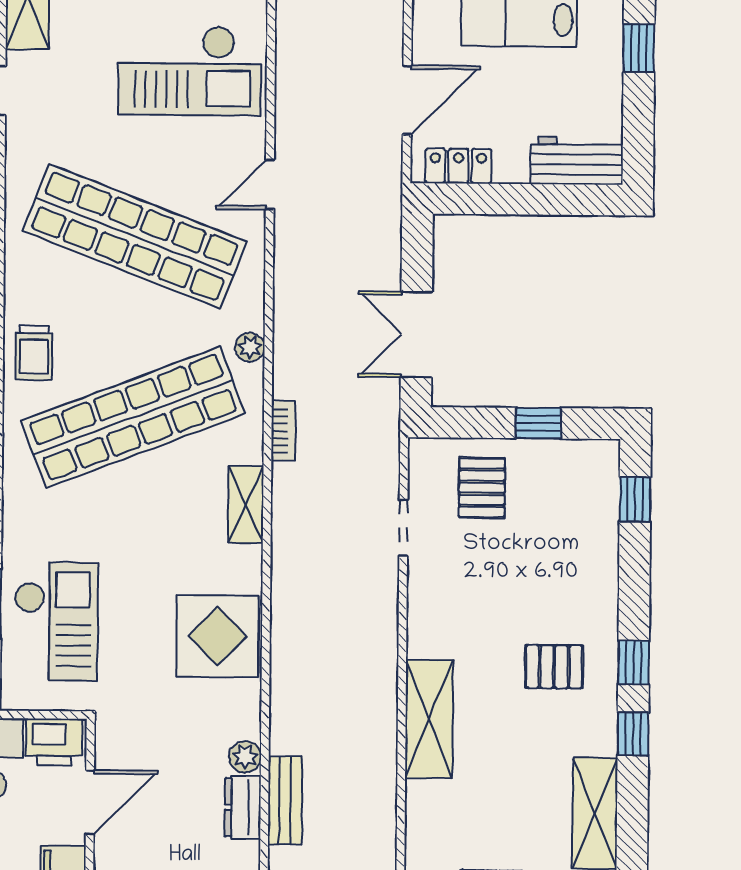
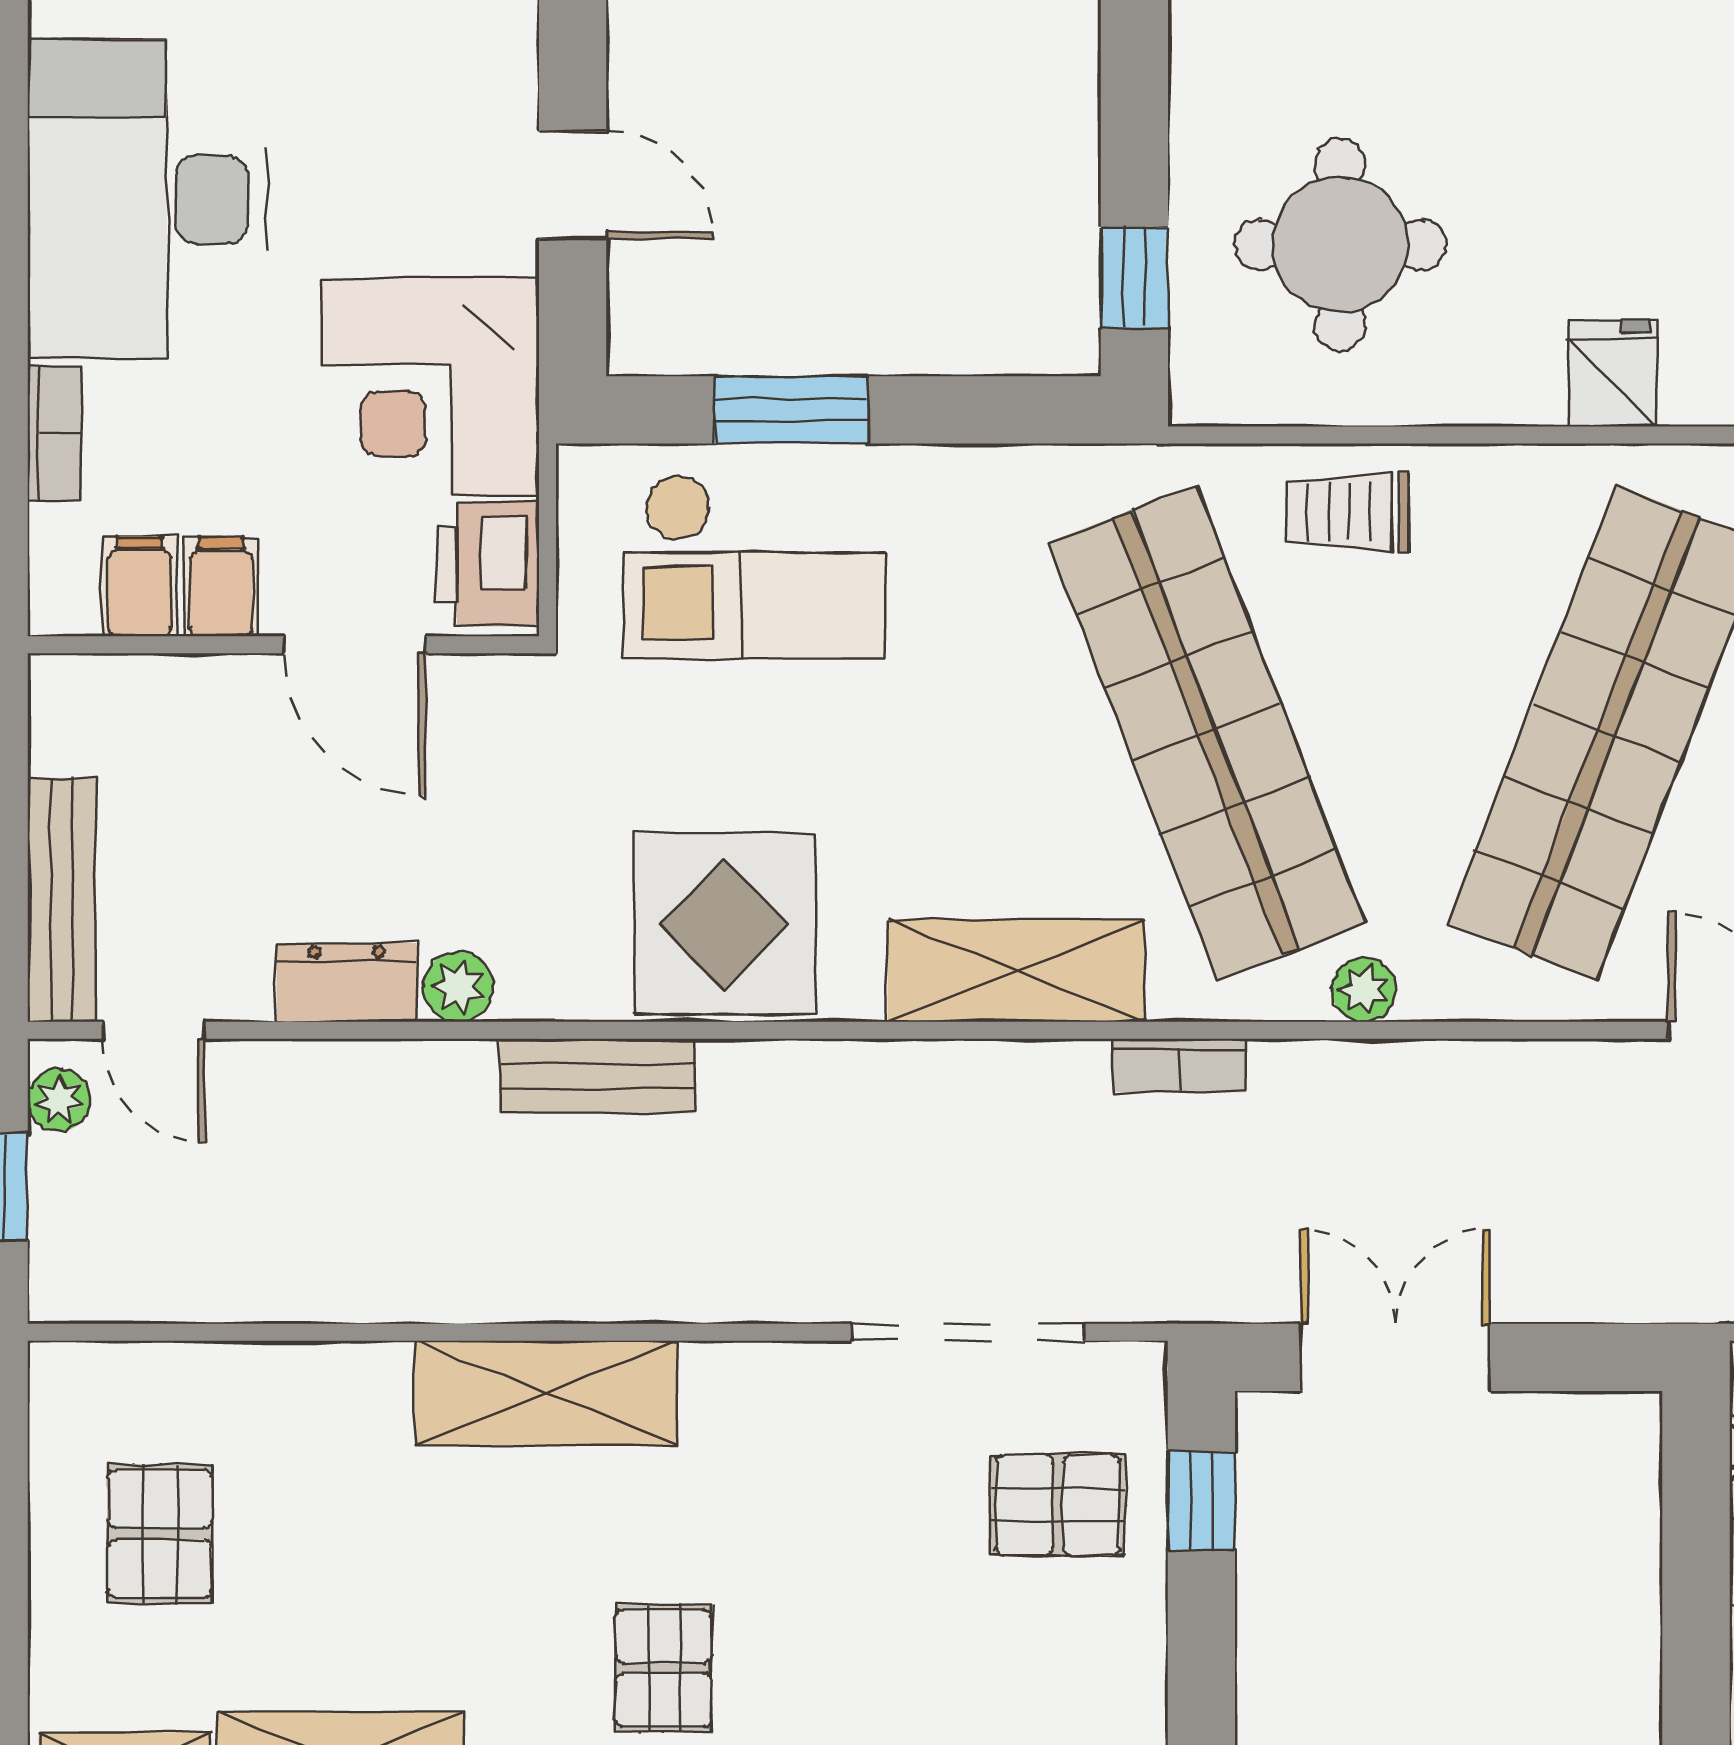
window: (538, 423) -> (1201, 1501), moved
shelving: (246, 504) -> (1016, 971), width x1.50, depth x1.33
doorway: (403, 528) -> (968, 1332), width x1.88
bench: (285, 800) -> (597, 1076), moved

